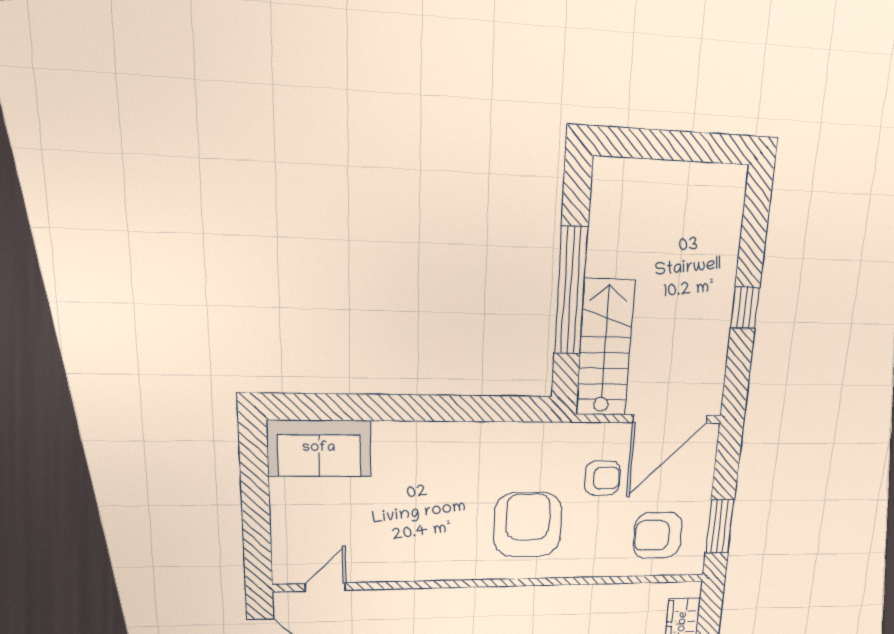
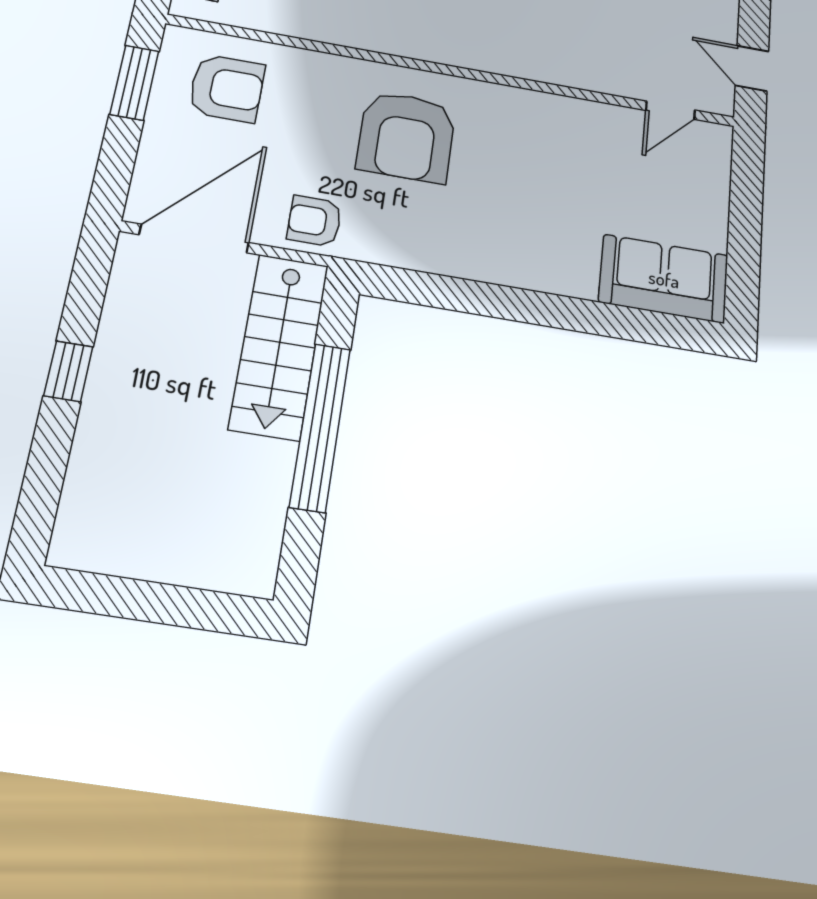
armchair: (602, 478) -> (314, 221), moved

